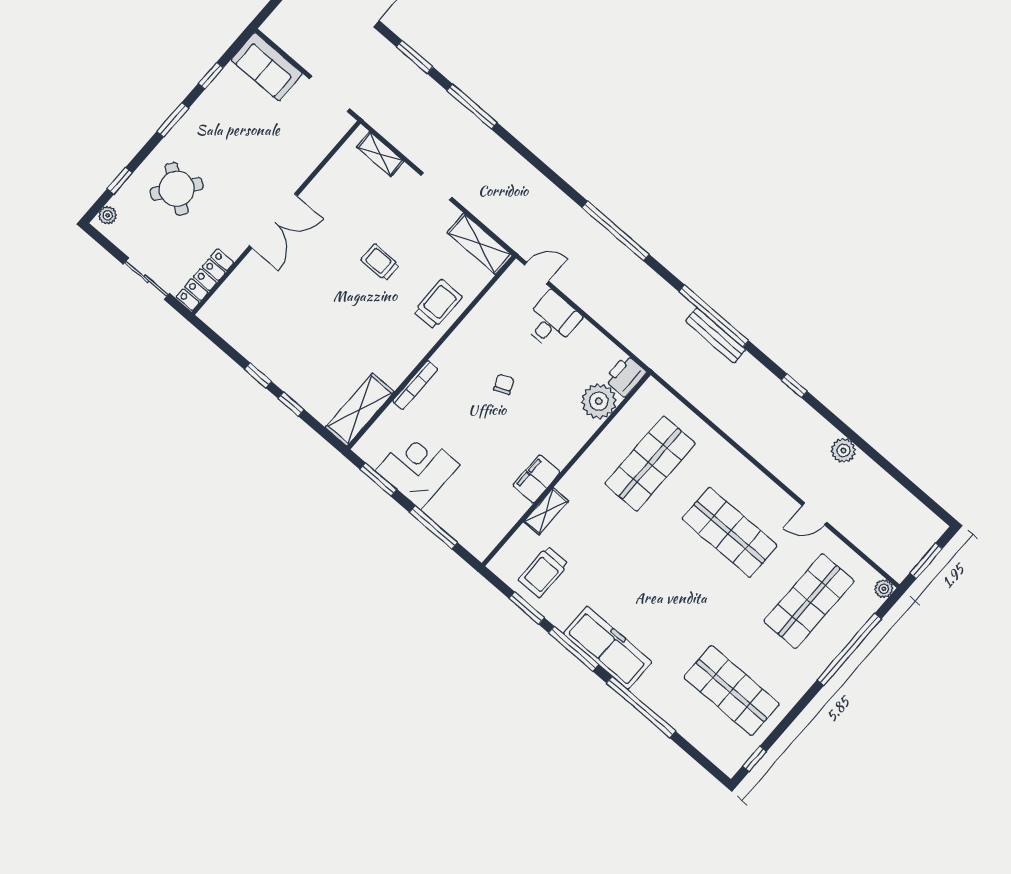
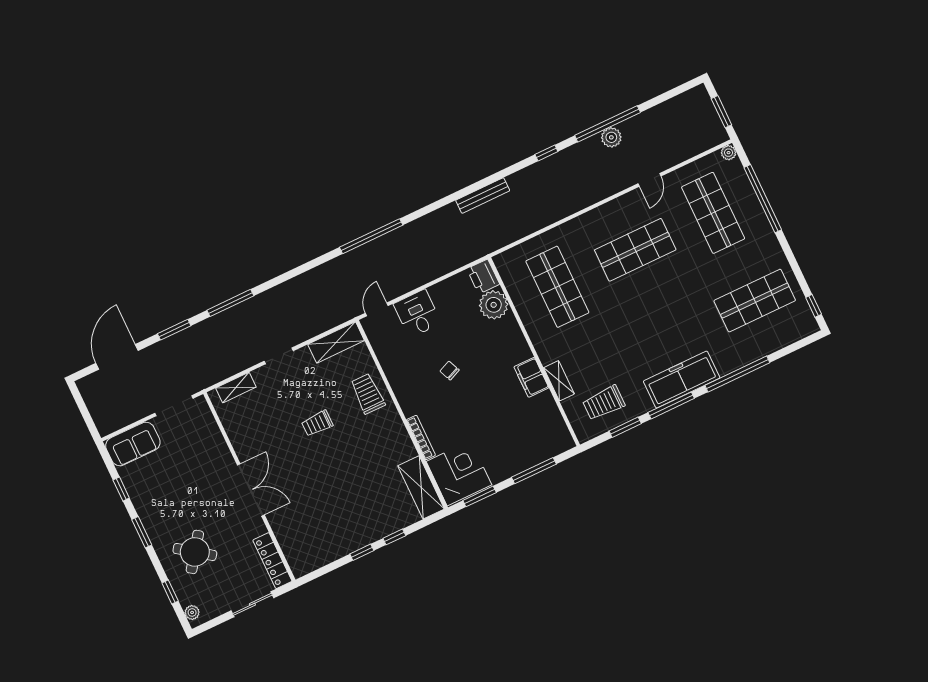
window: (714, 316) -> (608, 124), moved
corner desk: (418, 468) -> (459, 473), moved, turned 90
trolley: (543, 572) -> (604, 403), turned 90

